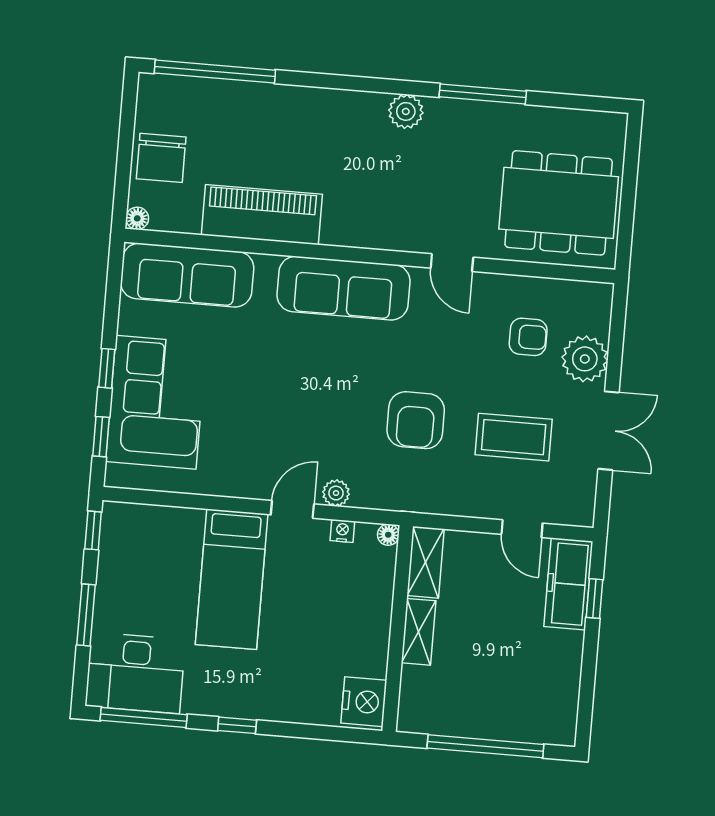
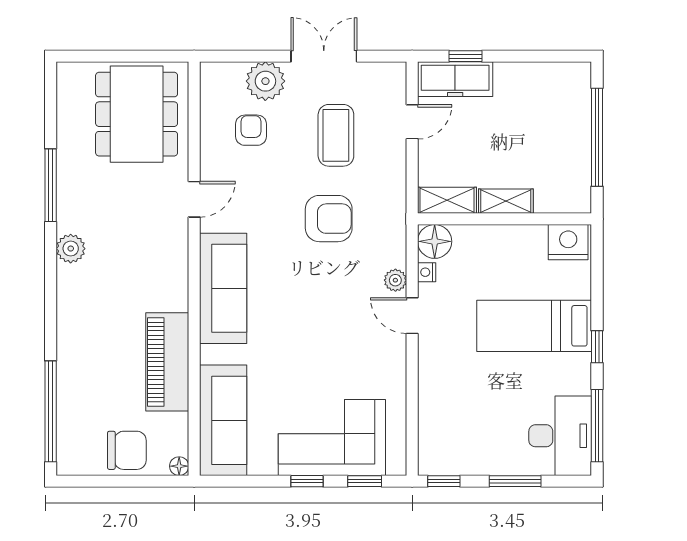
floor lamp: (388, 535) -> (435, 241), width x1.89, depth x1.89
bed: (232, 579) -> (534, 326), moved, turned 180

